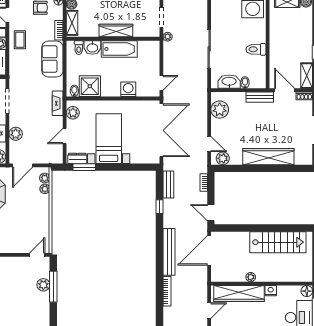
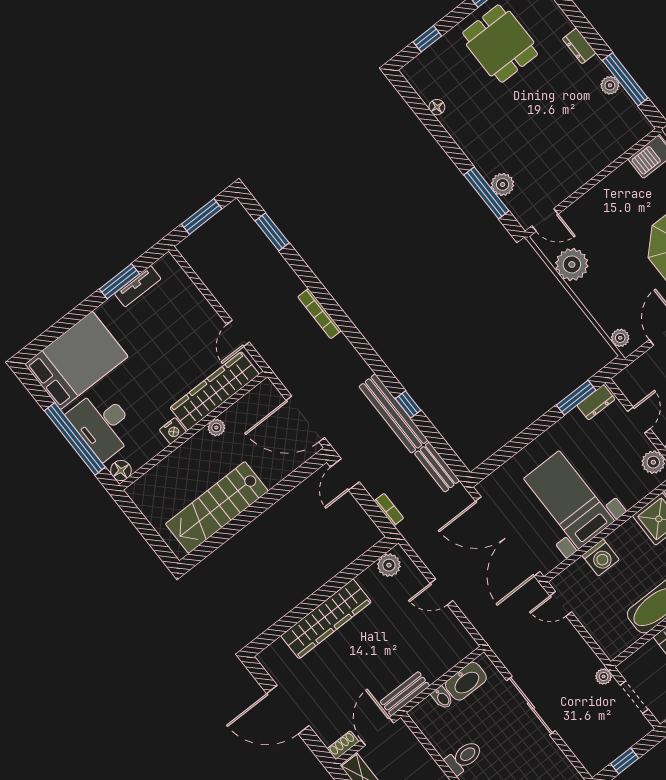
door: (161, 83) -> (561, 604), hinge flipped
door: (285, 90) -> (377, 731), swing flipped
plant: (220, 110) -> (448, 631), removed
bed with nightstands: (109, 139) -> (569, 500), moved, turned 180
door: (209, 144) -> (441, 592), moved
plant: (45, 189) -> (572, 264), moved, width x1.88, depth x1.88
window: (160, 207) -> (408, 404), moved
door: (211, 213) -> (345, 475), swing flipped
door: (209, 250) -> (305, 419), swing flipped
bench: (169, 252) -> (393, 413), moved
door: (37, 255) -> (545, 220), hinge flipped

